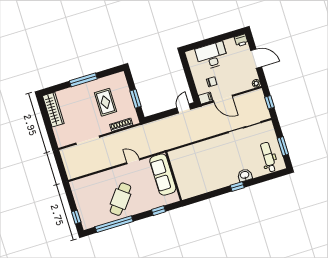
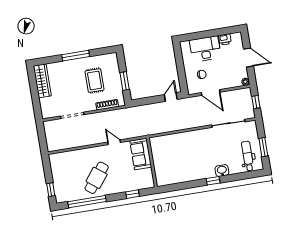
printer: (241, 40) -> (225, 39), moved
filing cabinet: (205, 98) -> (194, 90), removed
sofa: (163, 175) -> (141, 154), width x0.73

